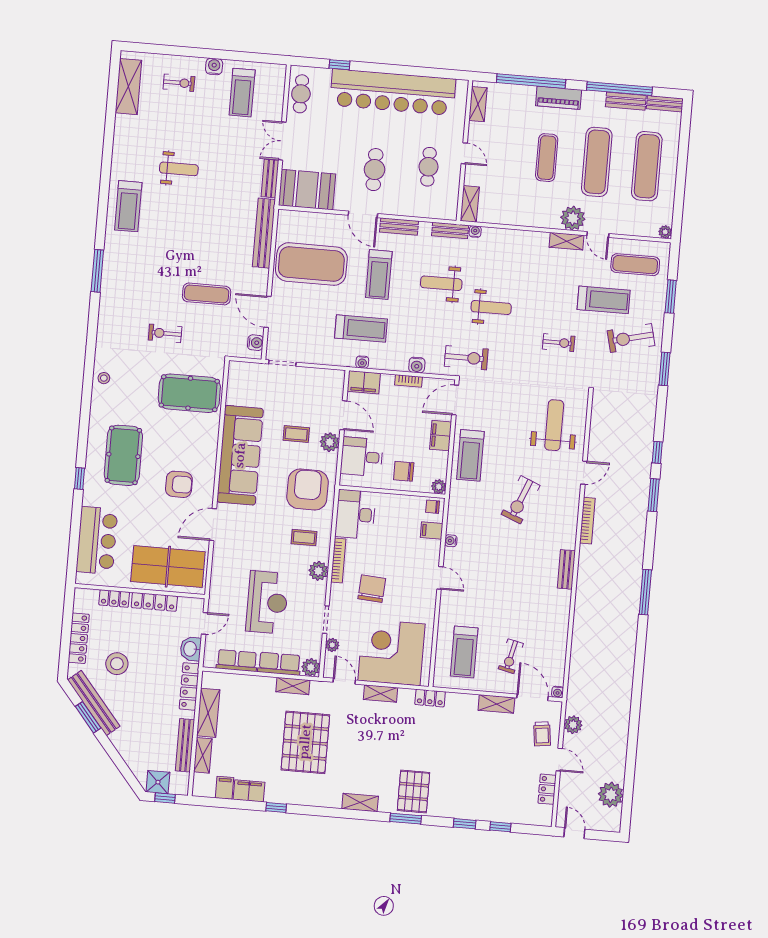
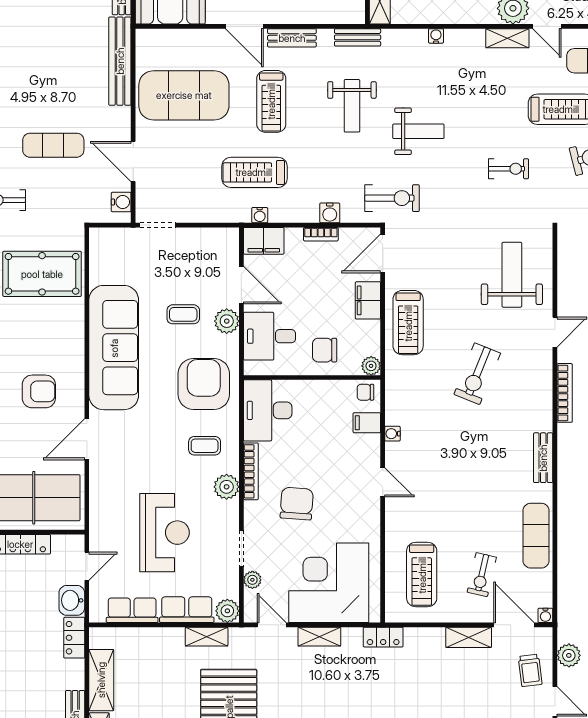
water cooler: (475, 232) -> (436, 36), moved
weight bench: (441, 283) -> (352, 106), turned -90
treadmill: (361, 329) -> (254, 172), turned 180
exercise mat: (556, 629) -> (536, 536), added
locker: (189, 686) -> (74, 638), width x0.66

